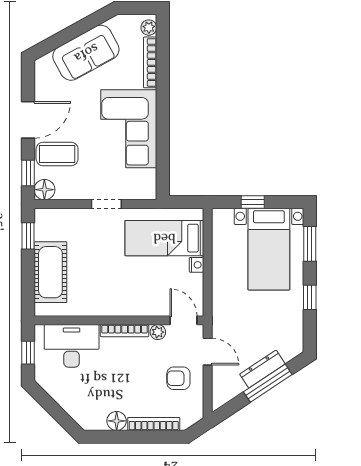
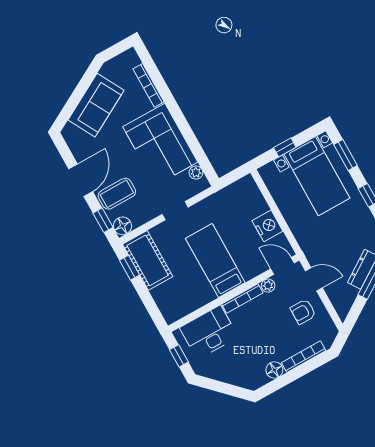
plant: (149, 28) -> (196, 173), moved
bed: (164, 238) -> (215, 261), moved, turned 90
nightstand: (197, 265) -> (267, 226), width x1.89, depth x1.79
cot: (50, 272) -> (148, 260), moved

